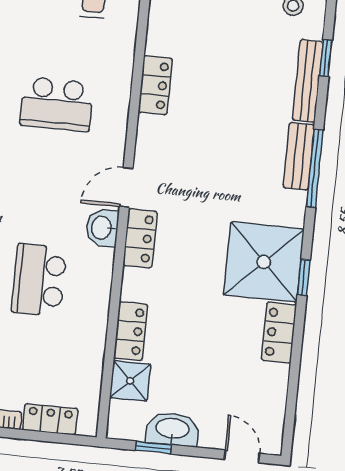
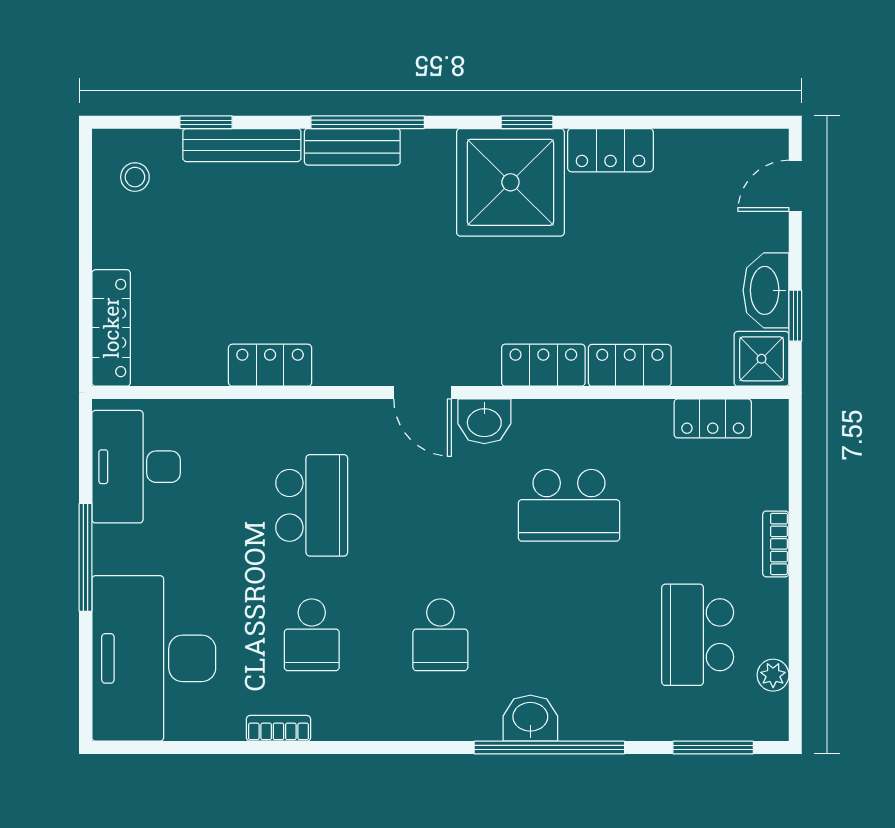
locker: (140, 238) -> (543, 365), moved
shower: (130, 381) -> (762, 359), moved
locker: (50, 419) -> (713, 418), moved, turned -90

